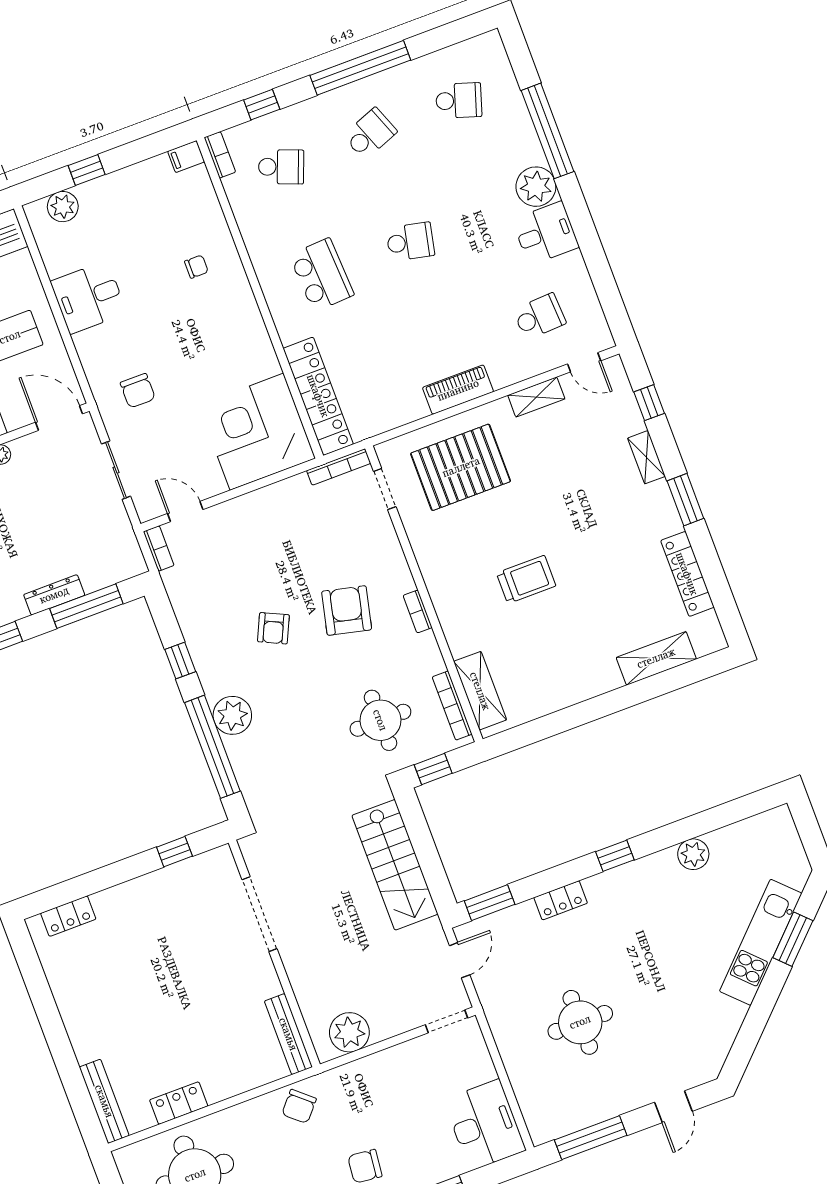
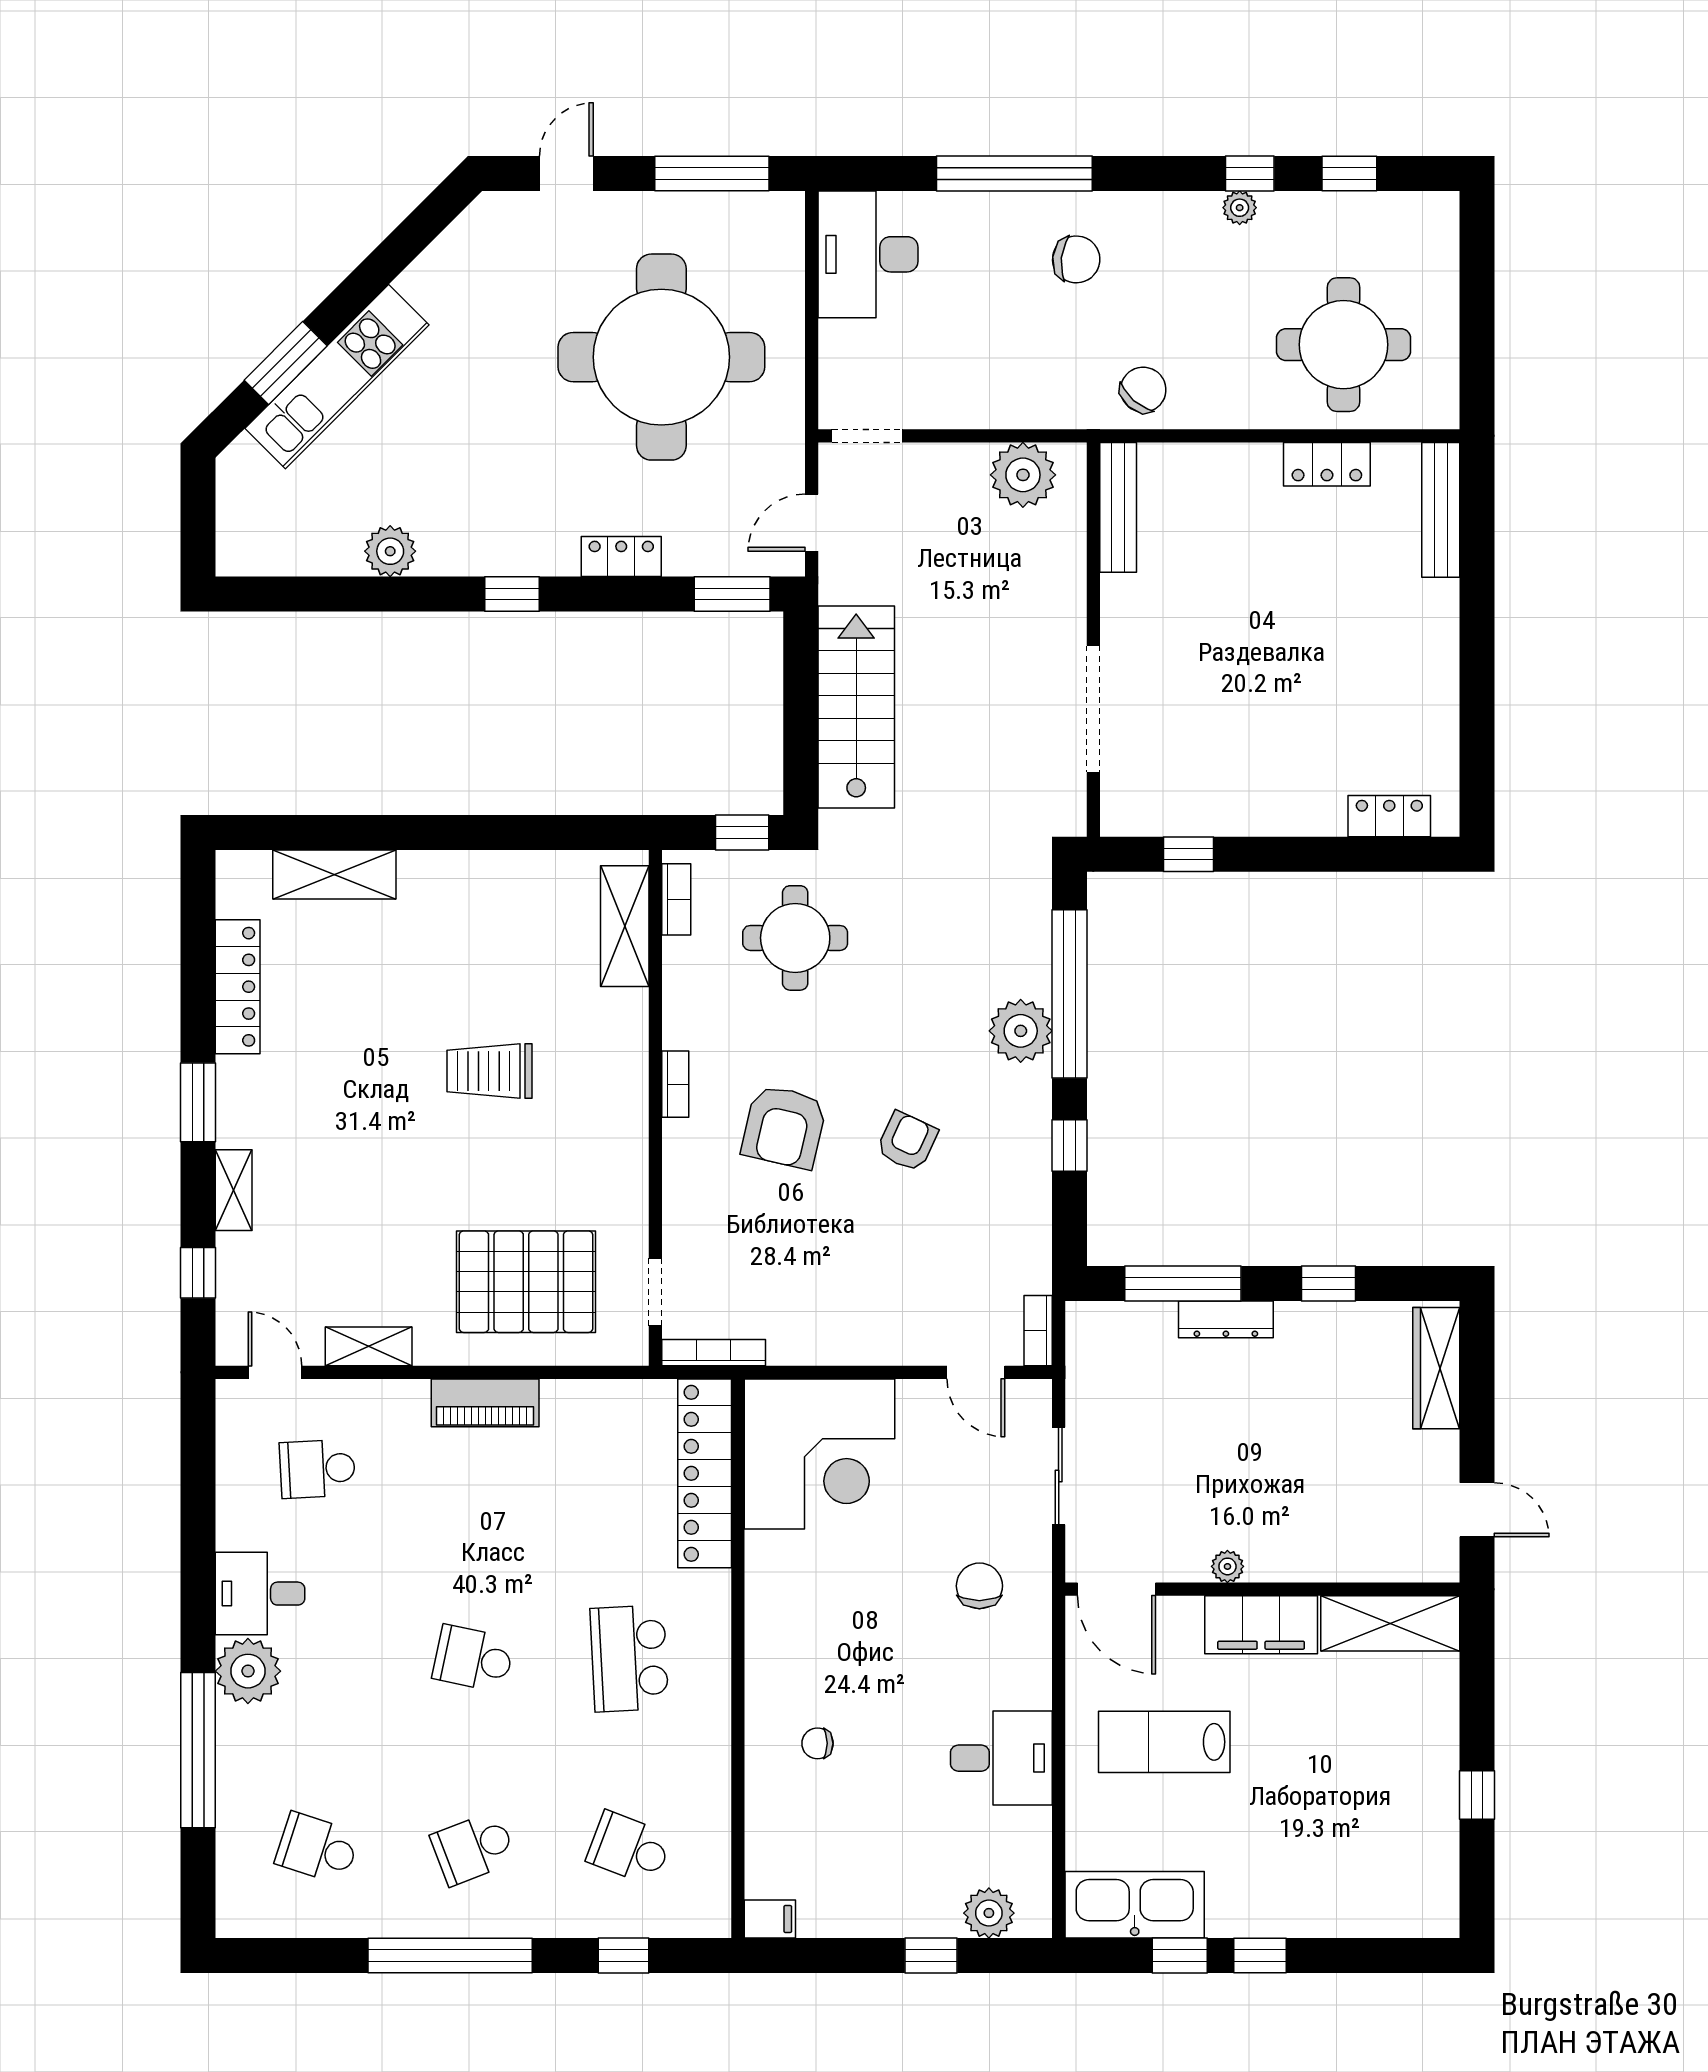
bookcase: (220, 155) -> (717, 1902), removed
bookcase: (452, 705) -> (676, 899), width x0.64
round table: (580, 1022) -> (661, 357), width x1.86, depth x1.86

